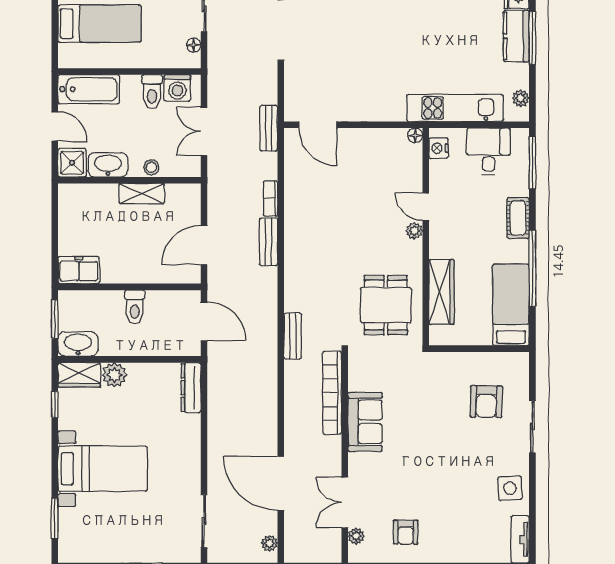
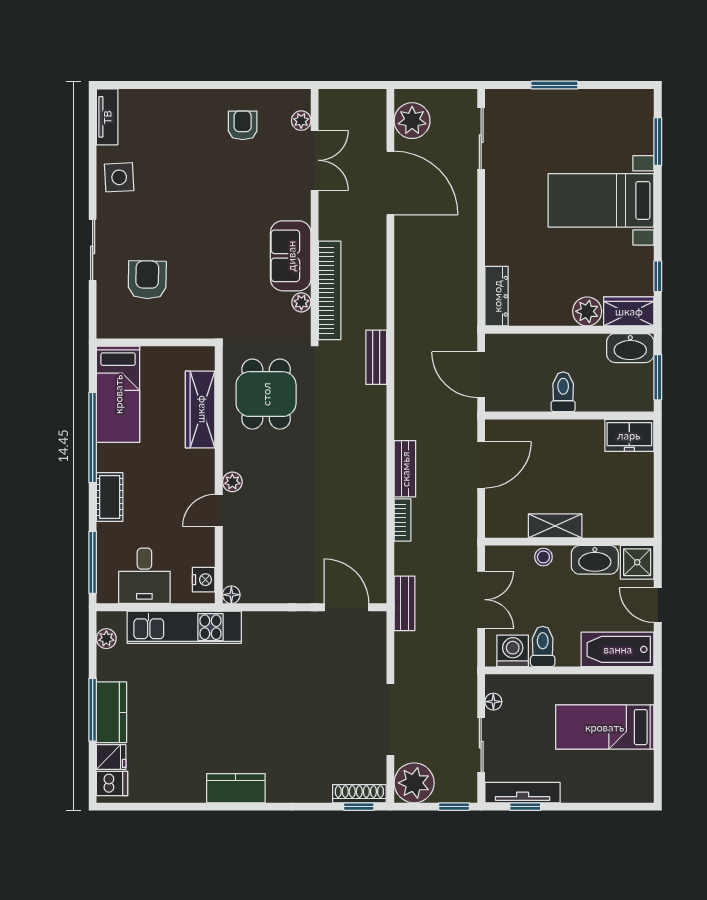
door: (426, 207) -> (219, 510), swing flipped
plant: (356, 382) -> (301, 302), added
plant: (269, 543) -> (412, 121), width x1.88, depth x1.88

